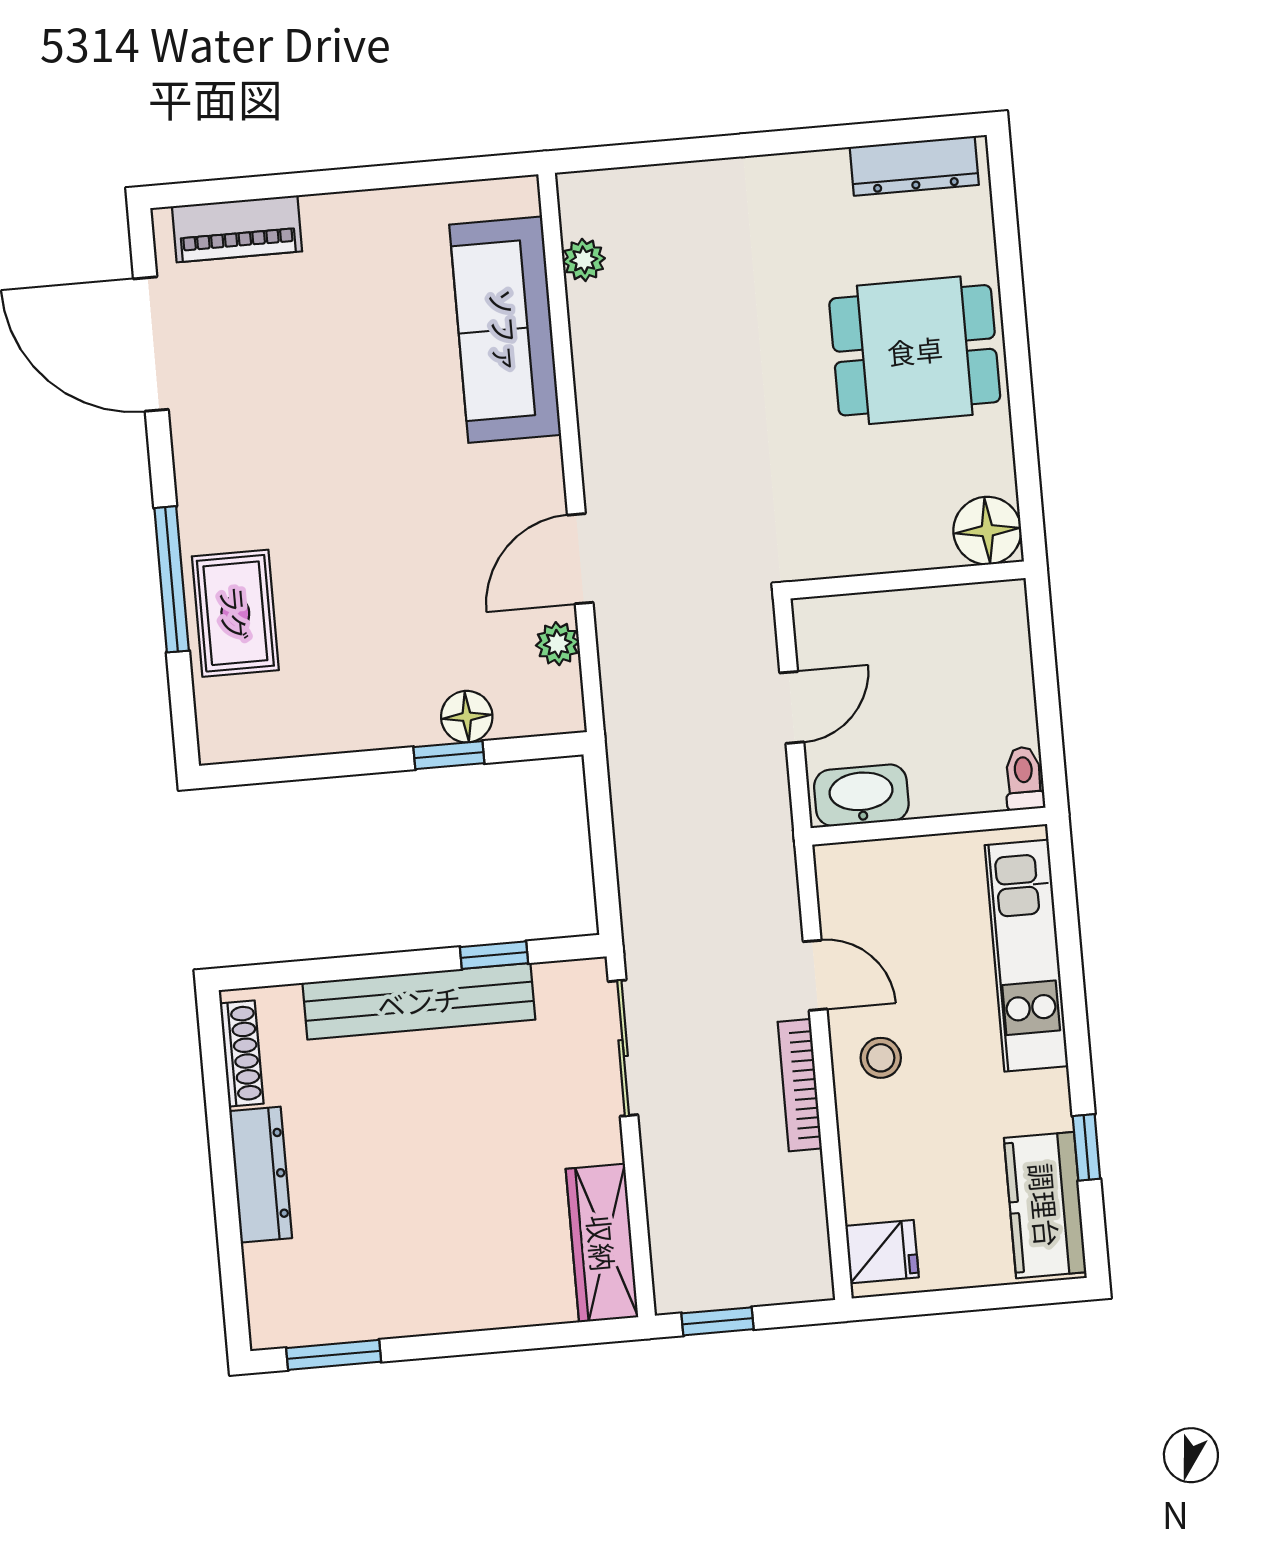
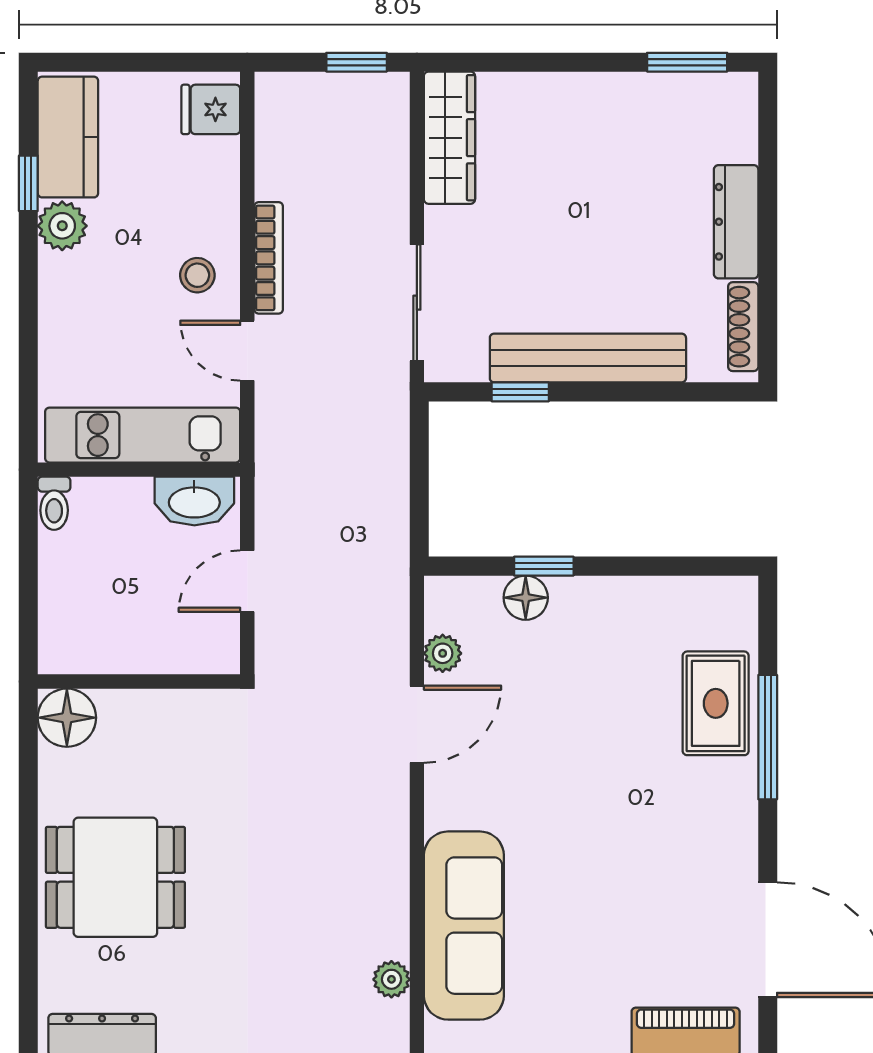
kitchen unit: (1026, 956) -> (143, 435), moved, turned -90
plant: (1043, 1101) -> (62, 226), added

